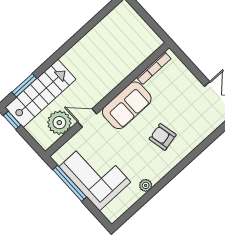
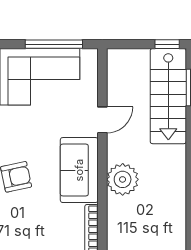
plant: (59, 123) -> (123, 179), moved

